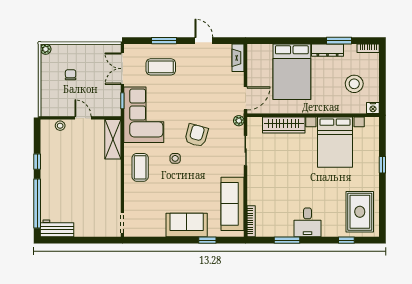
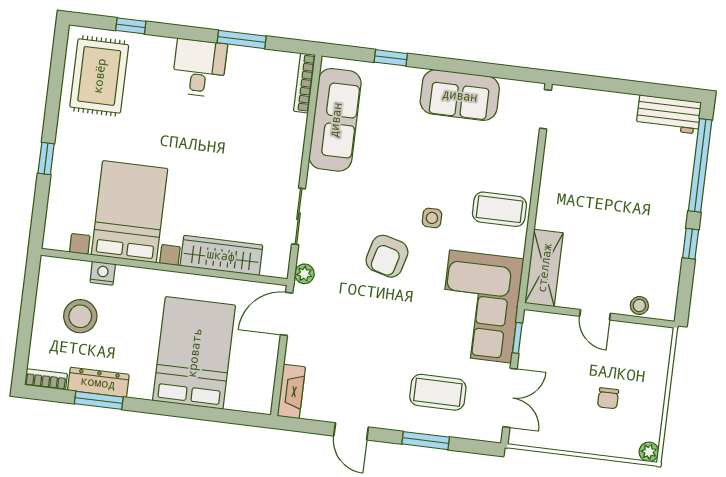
dresser: (327, 50) -> (98, 382), moved
nightstand: (373, 108) -> (103, 273), moved
coffee table: (140, 167) -> (499, 209), turned 90
sofa: (187, 225) -> (460, 95), moved

